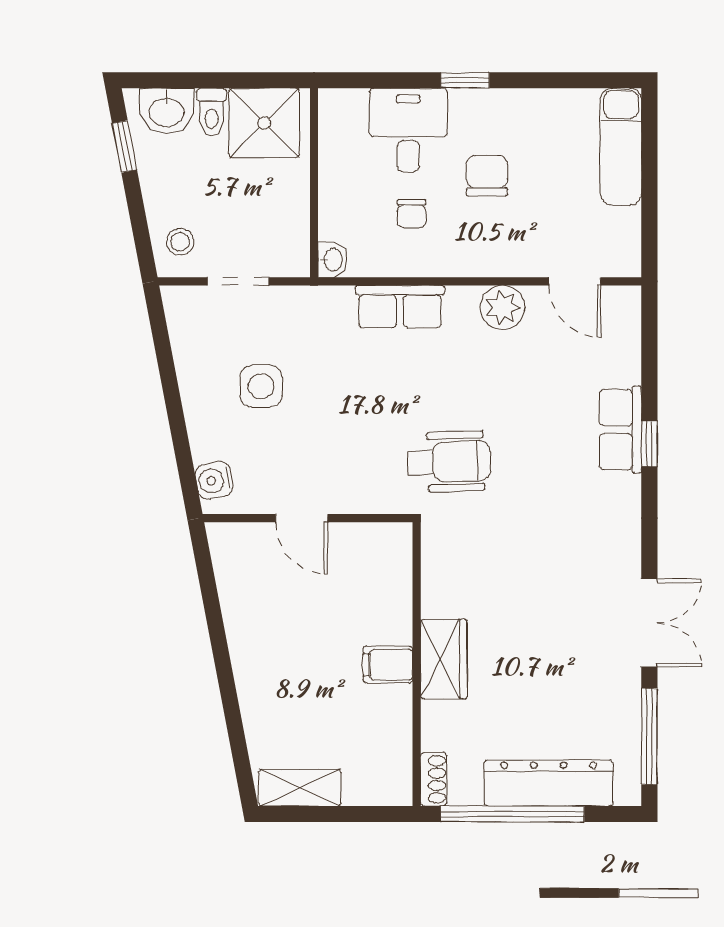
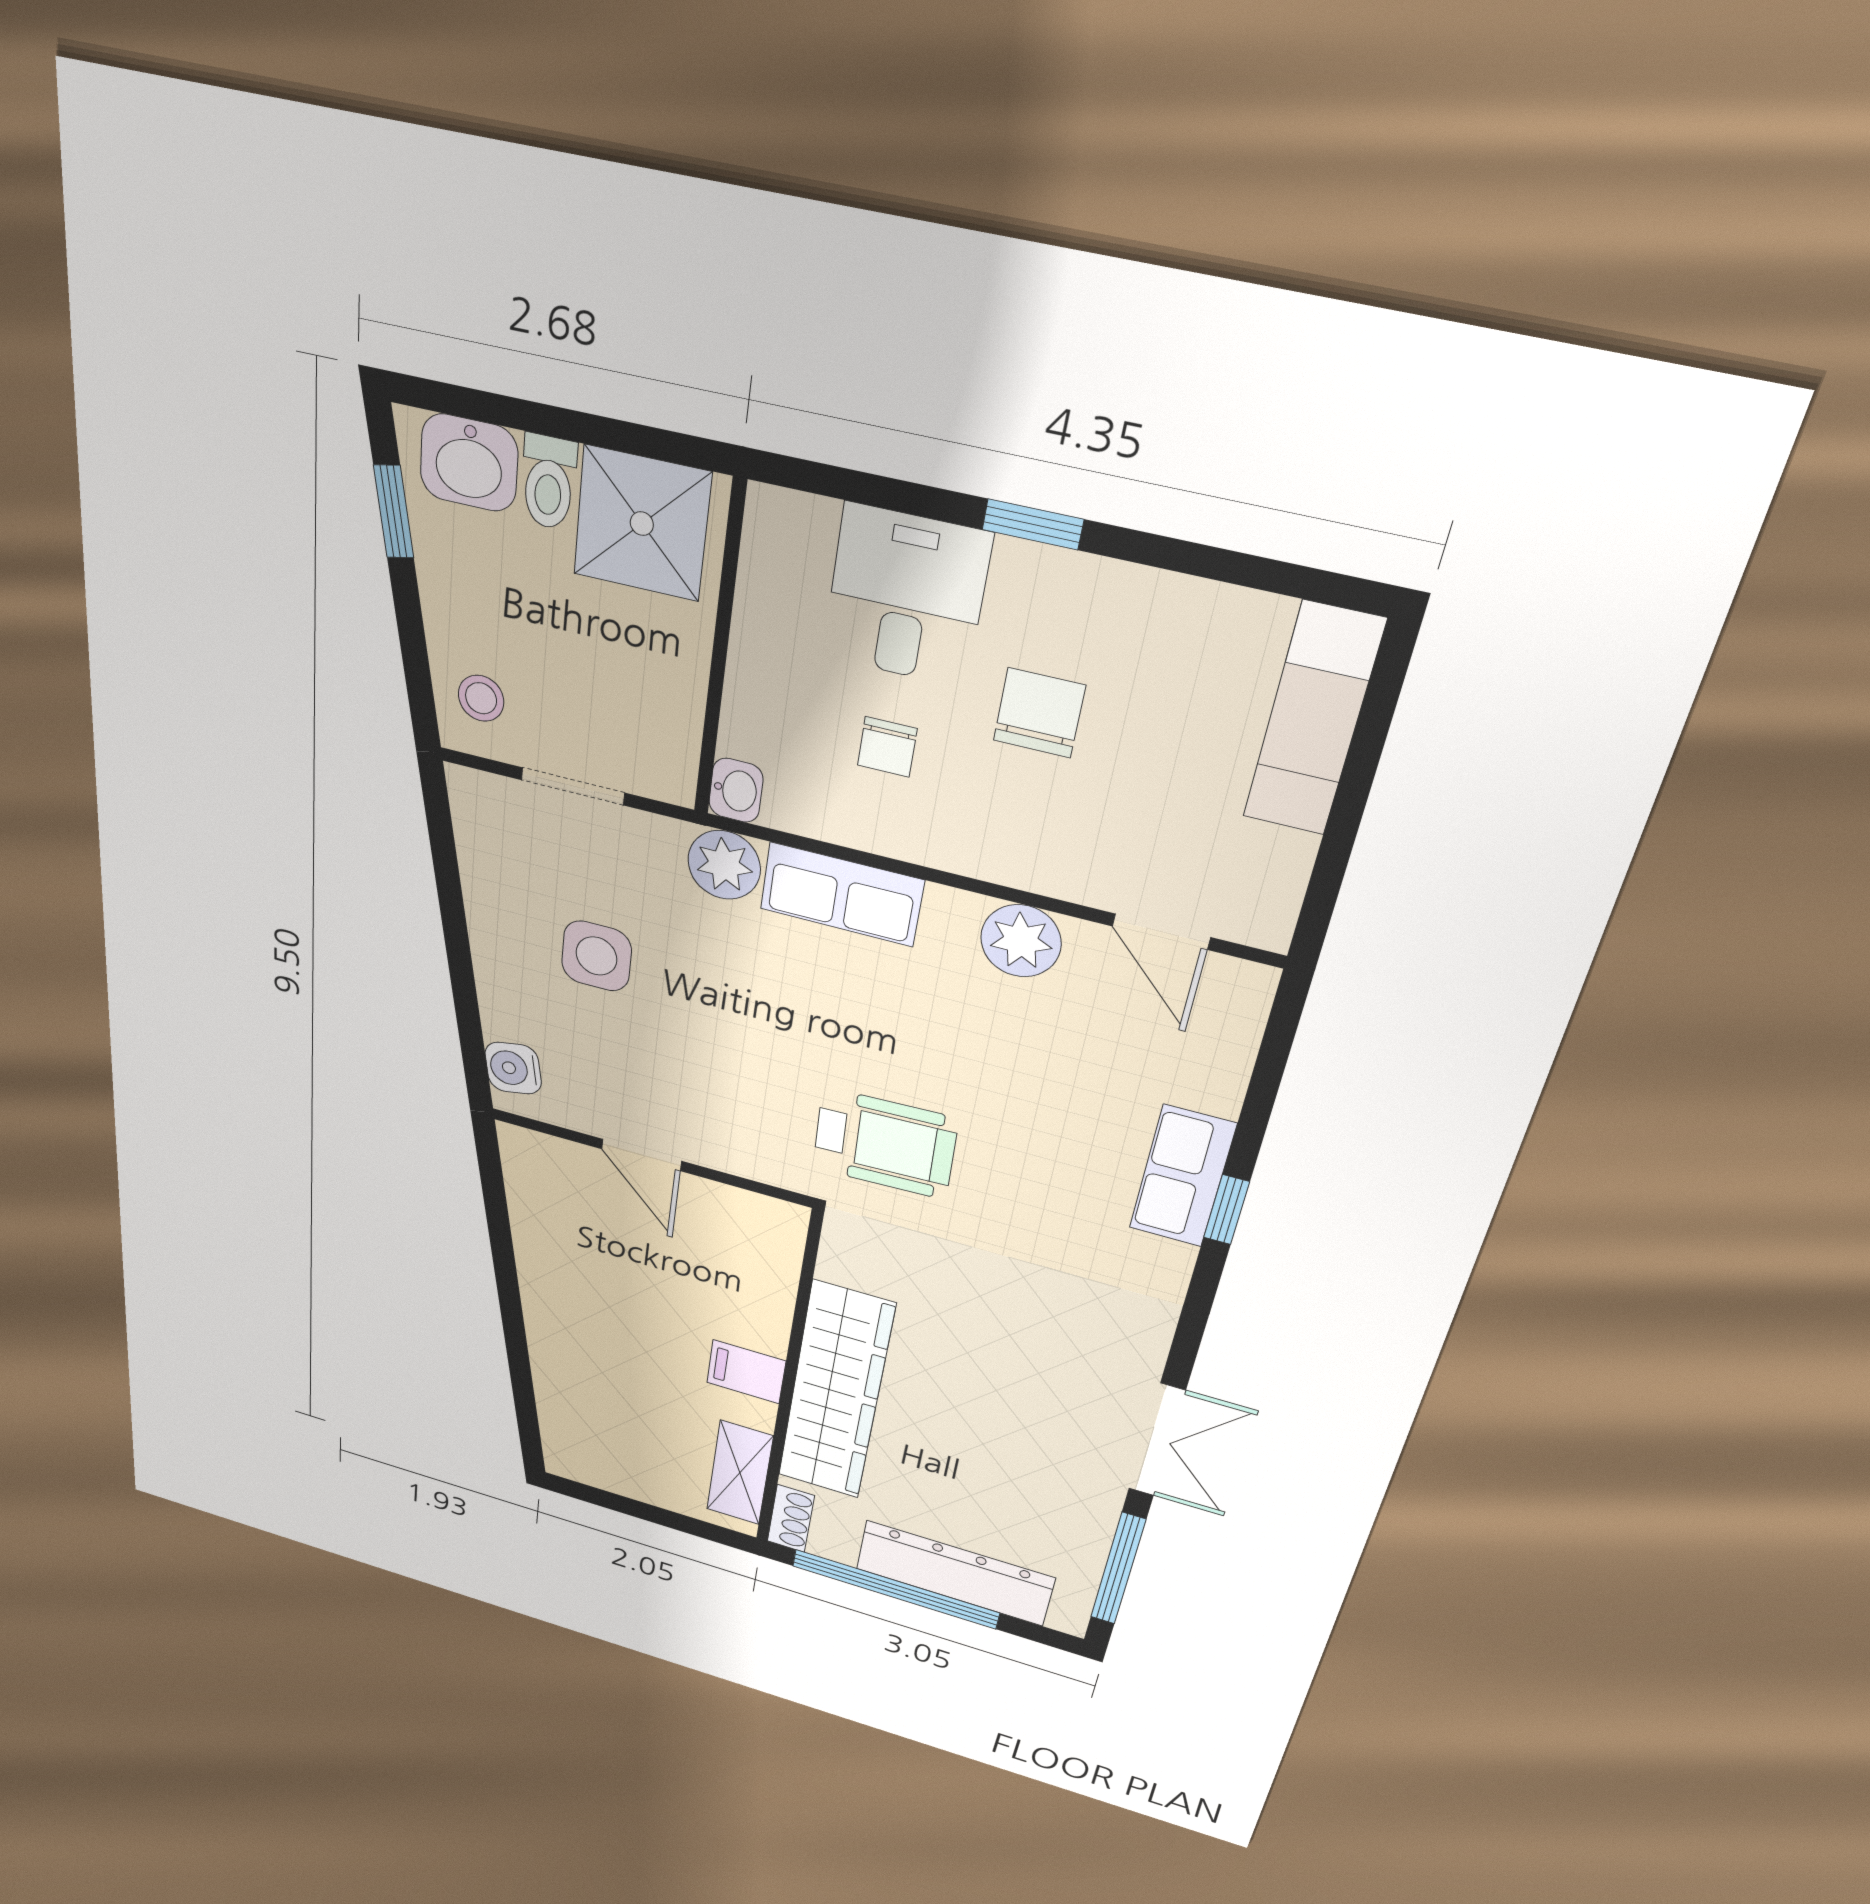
plant: (331, 307) -> (724, 865), added
wardrobe: (444, 659) -> (836, 1391), width x2.10, depth x1.17
shelving: (300, 788) -> (740, 1473), moved, turned 90

